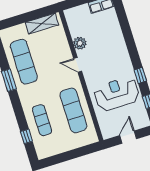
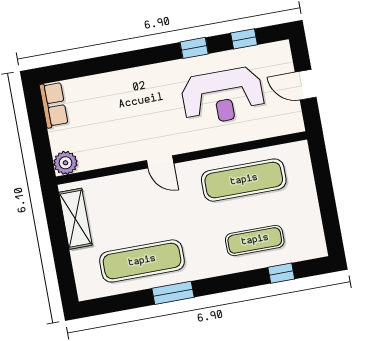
plant: (80, 43) -> (65, 163), moved
door: (78, 65) -> (160, 162), hinge flipped
reception desk: (117, 94) -> (223, 96), turned -90

